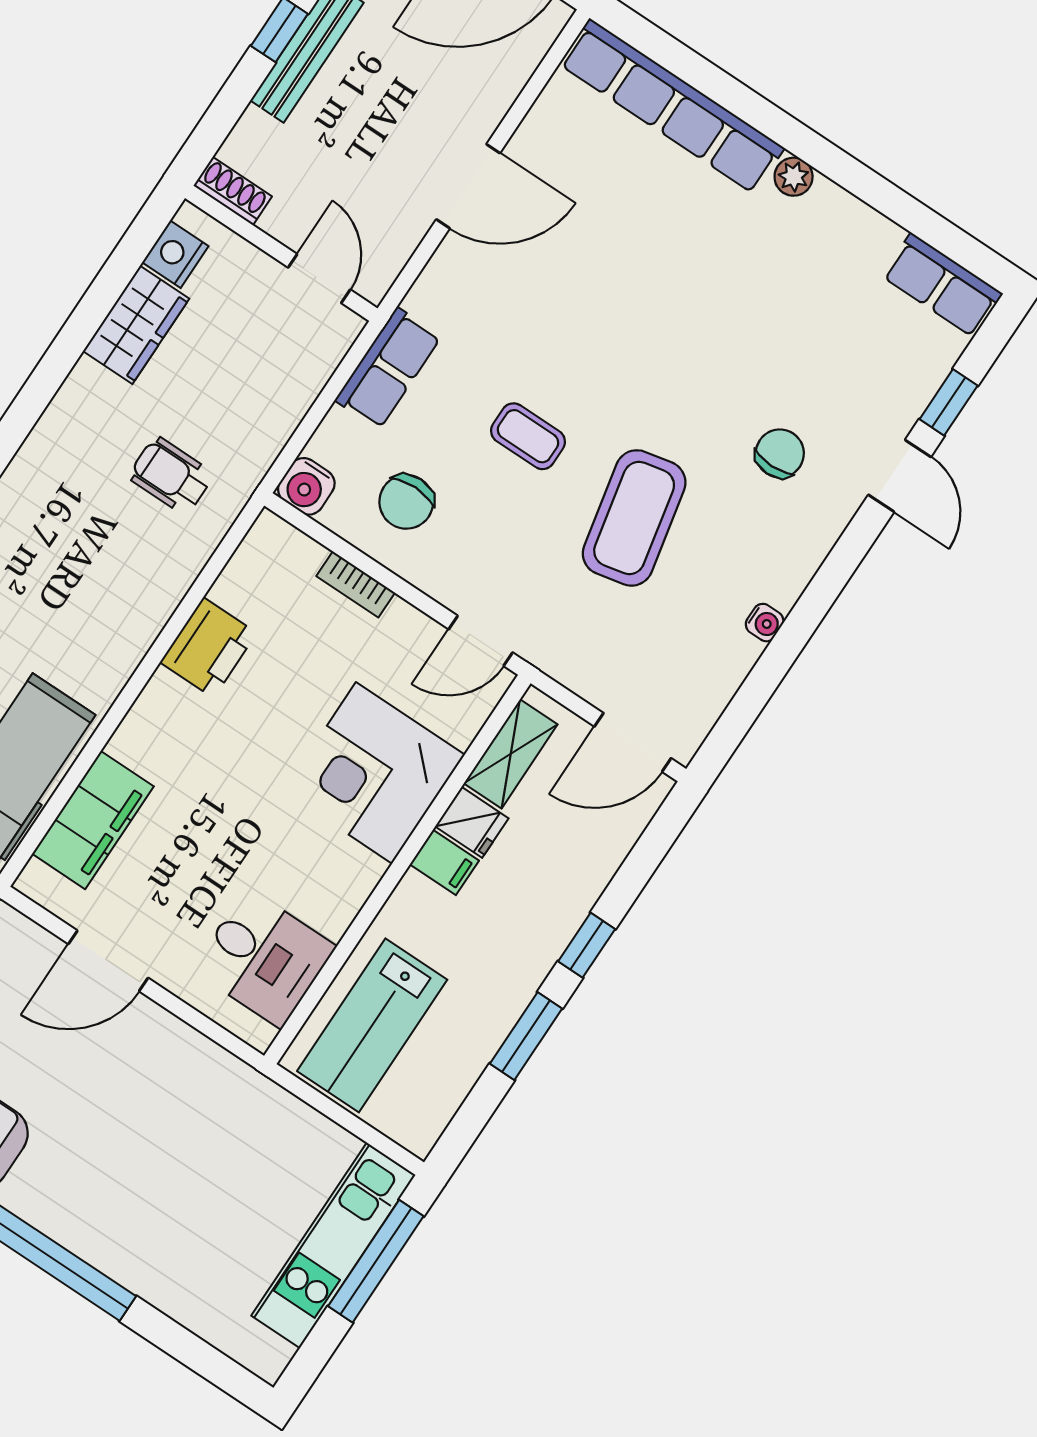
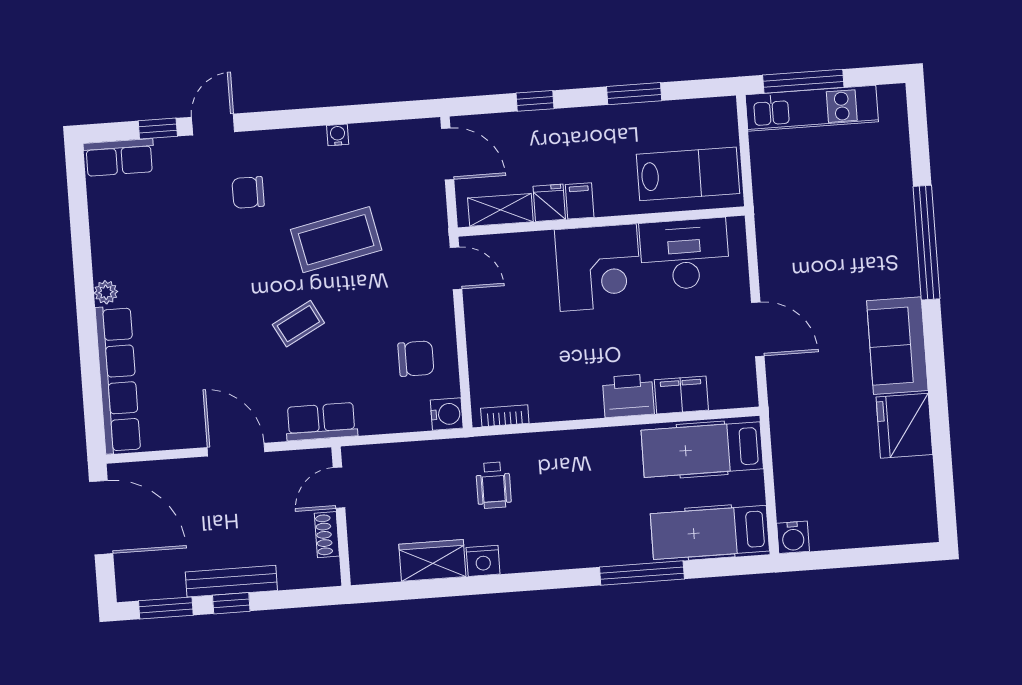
shoe rack: (233, 191) -> (327, 535), moved
nightstand: (175, 254) -> (483, 561), moved
row of seats: (942, 285) -> (119, 157), moved, turned 90
row of seats: (388, 368) -> (321, 422), moved
coffee table: (528, 436) -> (298, 324), moved, turned 62
bookcase: (356, 584) -> (505, 416), moved, turned -90
printer: (208, 648) -> (628, 396), moved
corner desk: (374, 773) -> (598, 268), moved
filing cabinet: (93, 820) -> (681, 395), width x0.67, depth x0.86
window: (587, 945) -> (535, 101), moved
desk: (264, 958) -> (685, 254), width x1.37

